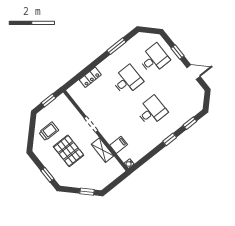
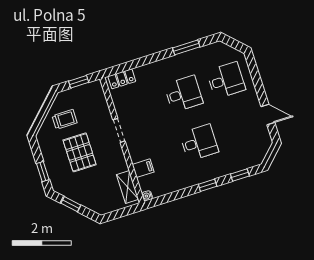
window: (177, 52) -> (258, 83), removed
locker: (90, 77) -> (122, 79), moved
shelving: (103, 150) -> (128, 187), moved
window: (87, 192) -> (71, 204), moved

